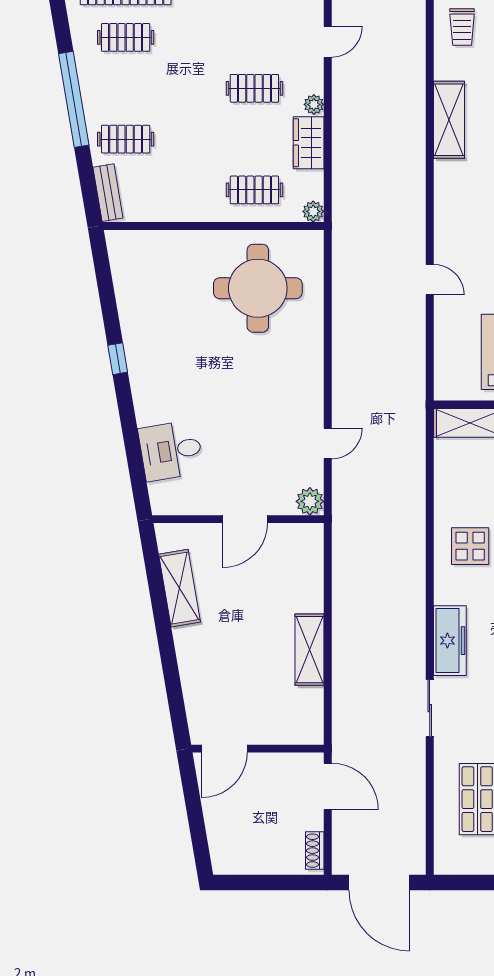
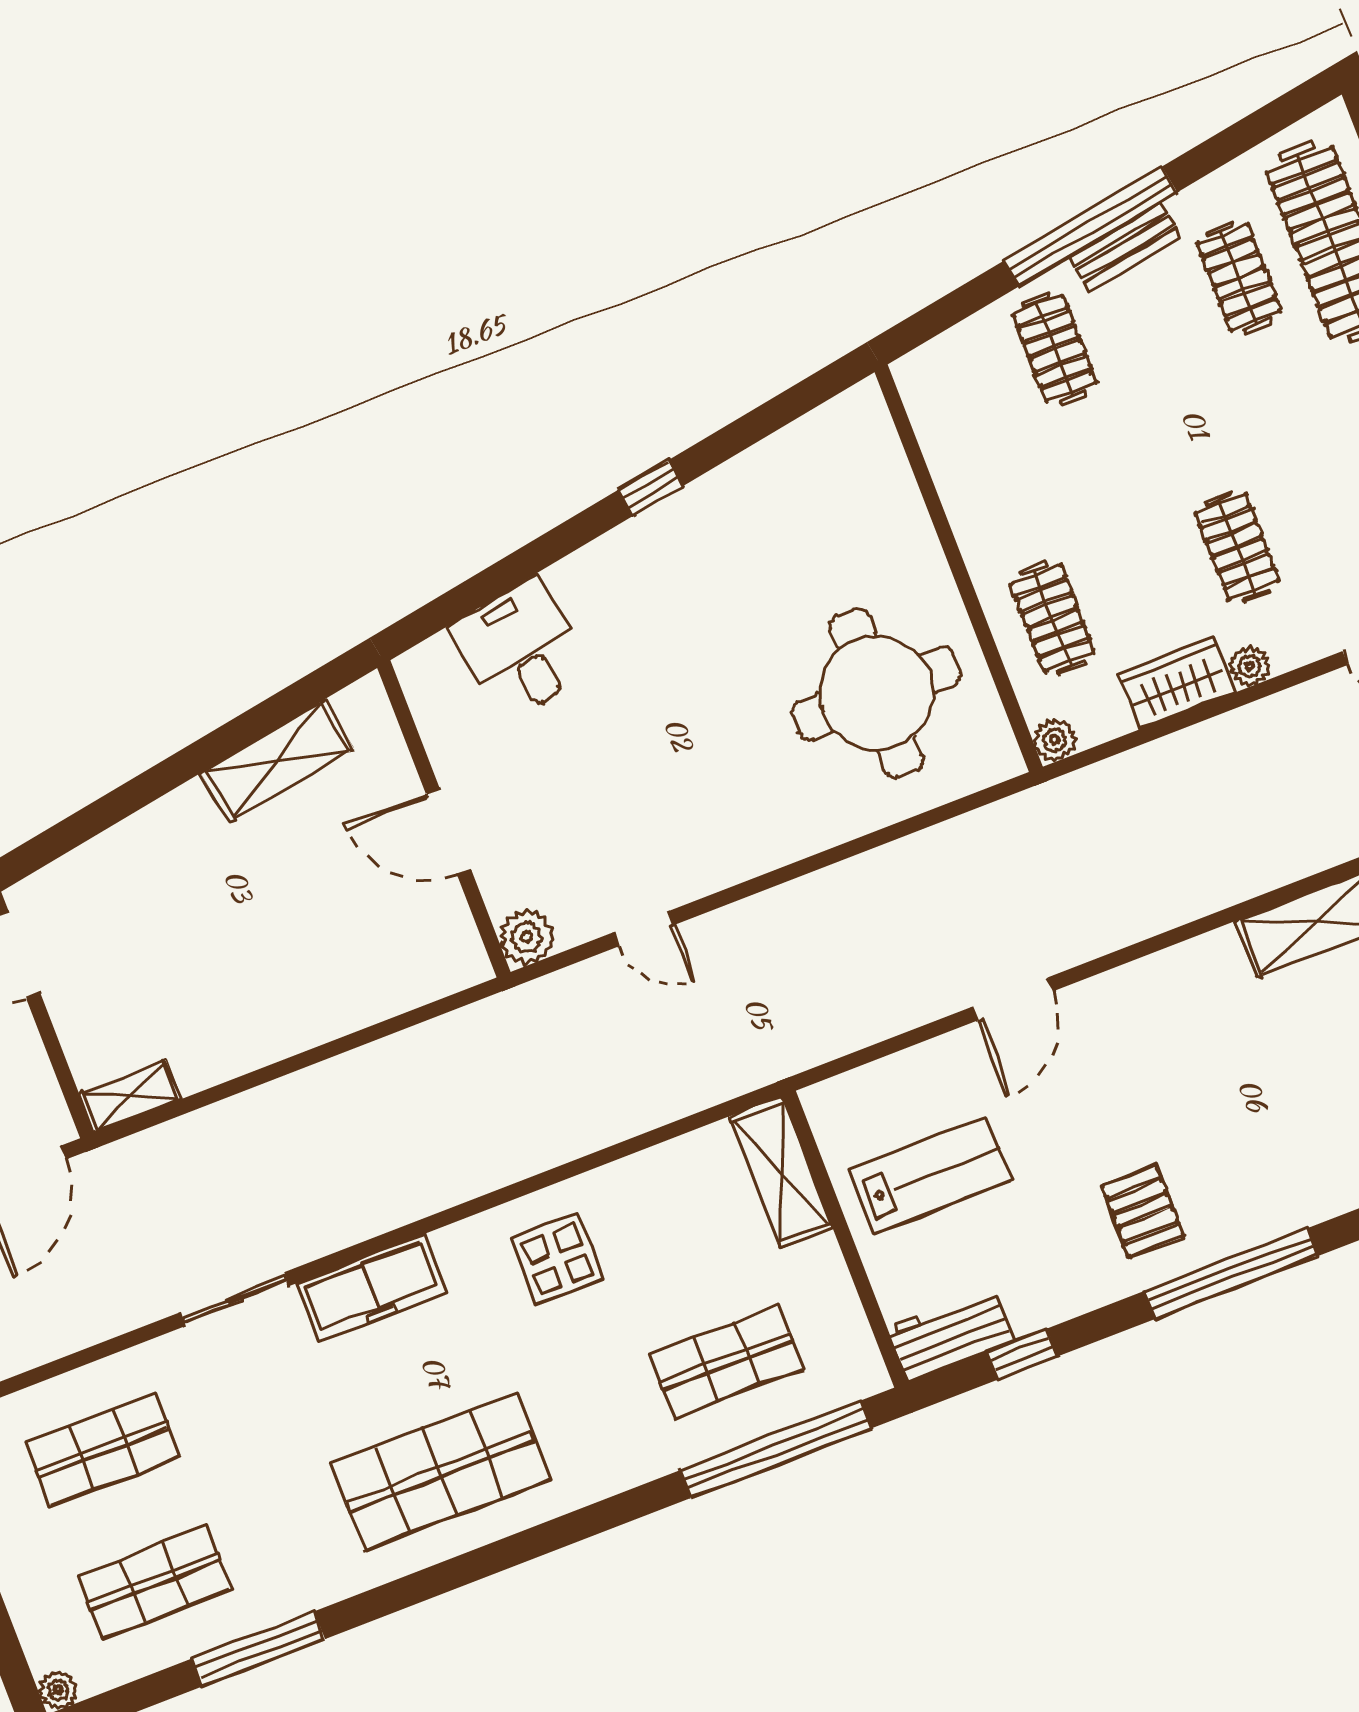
bench: (108, 193) -> (1125, 247), moved
door: (430, 280) -> (1013, 999), width x1.38
shelving: (310, 650) -> (130, 1097), moved, width x0.67, depth x0.75

